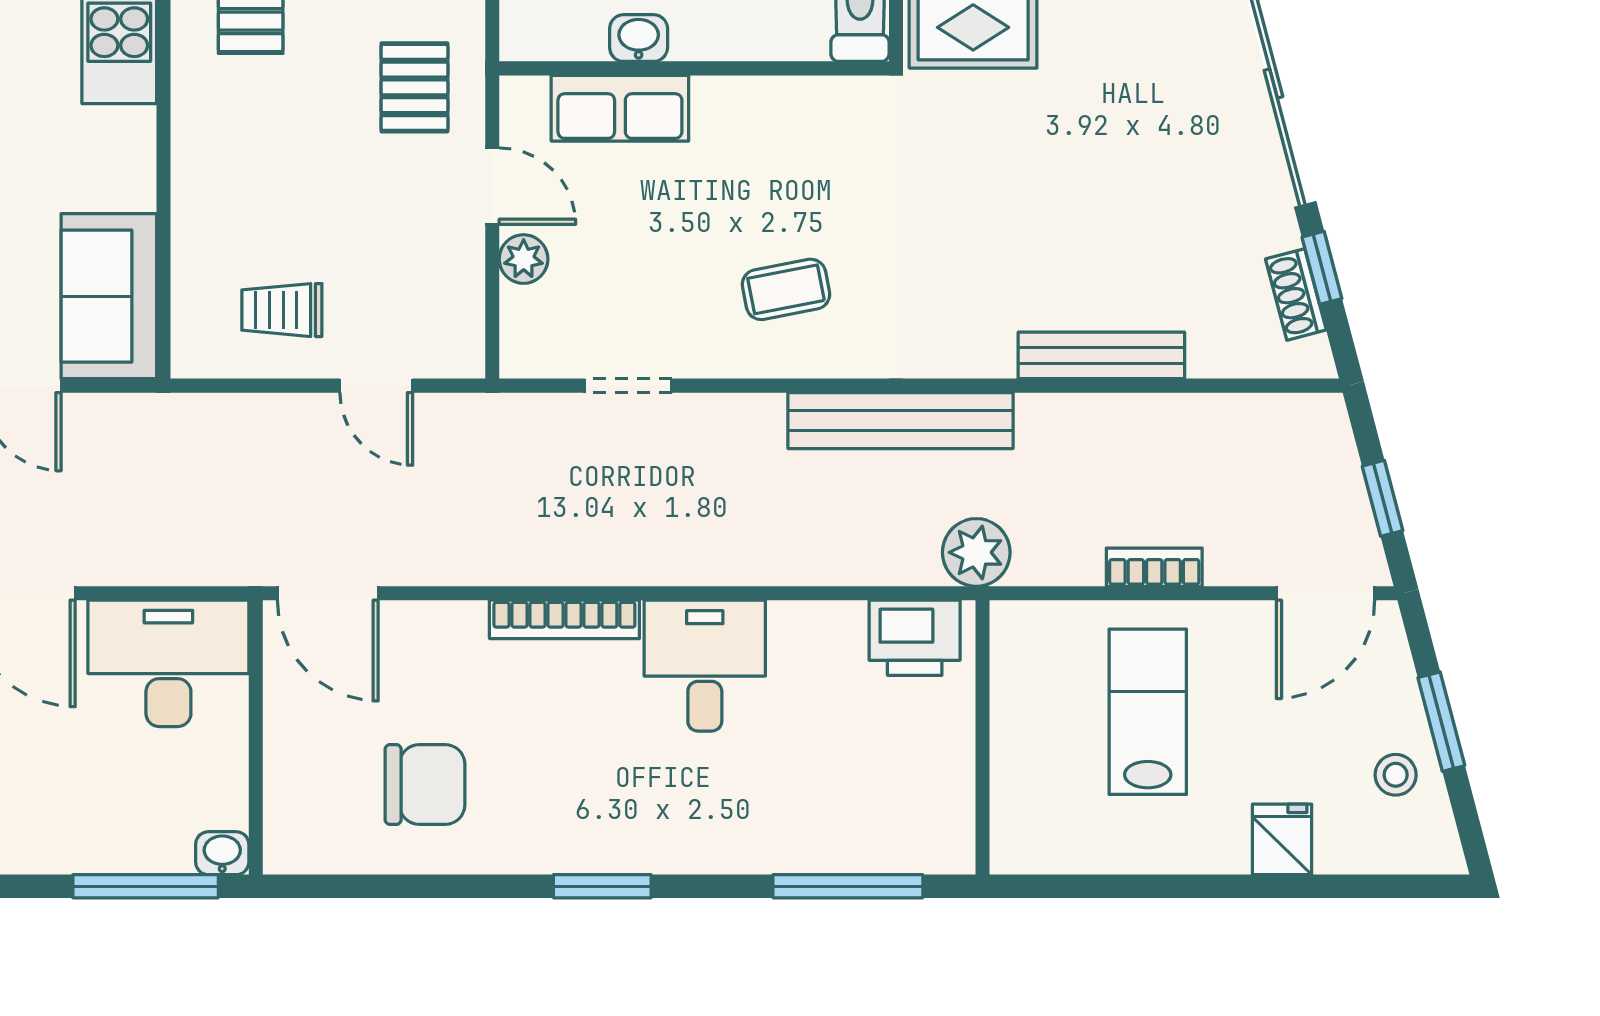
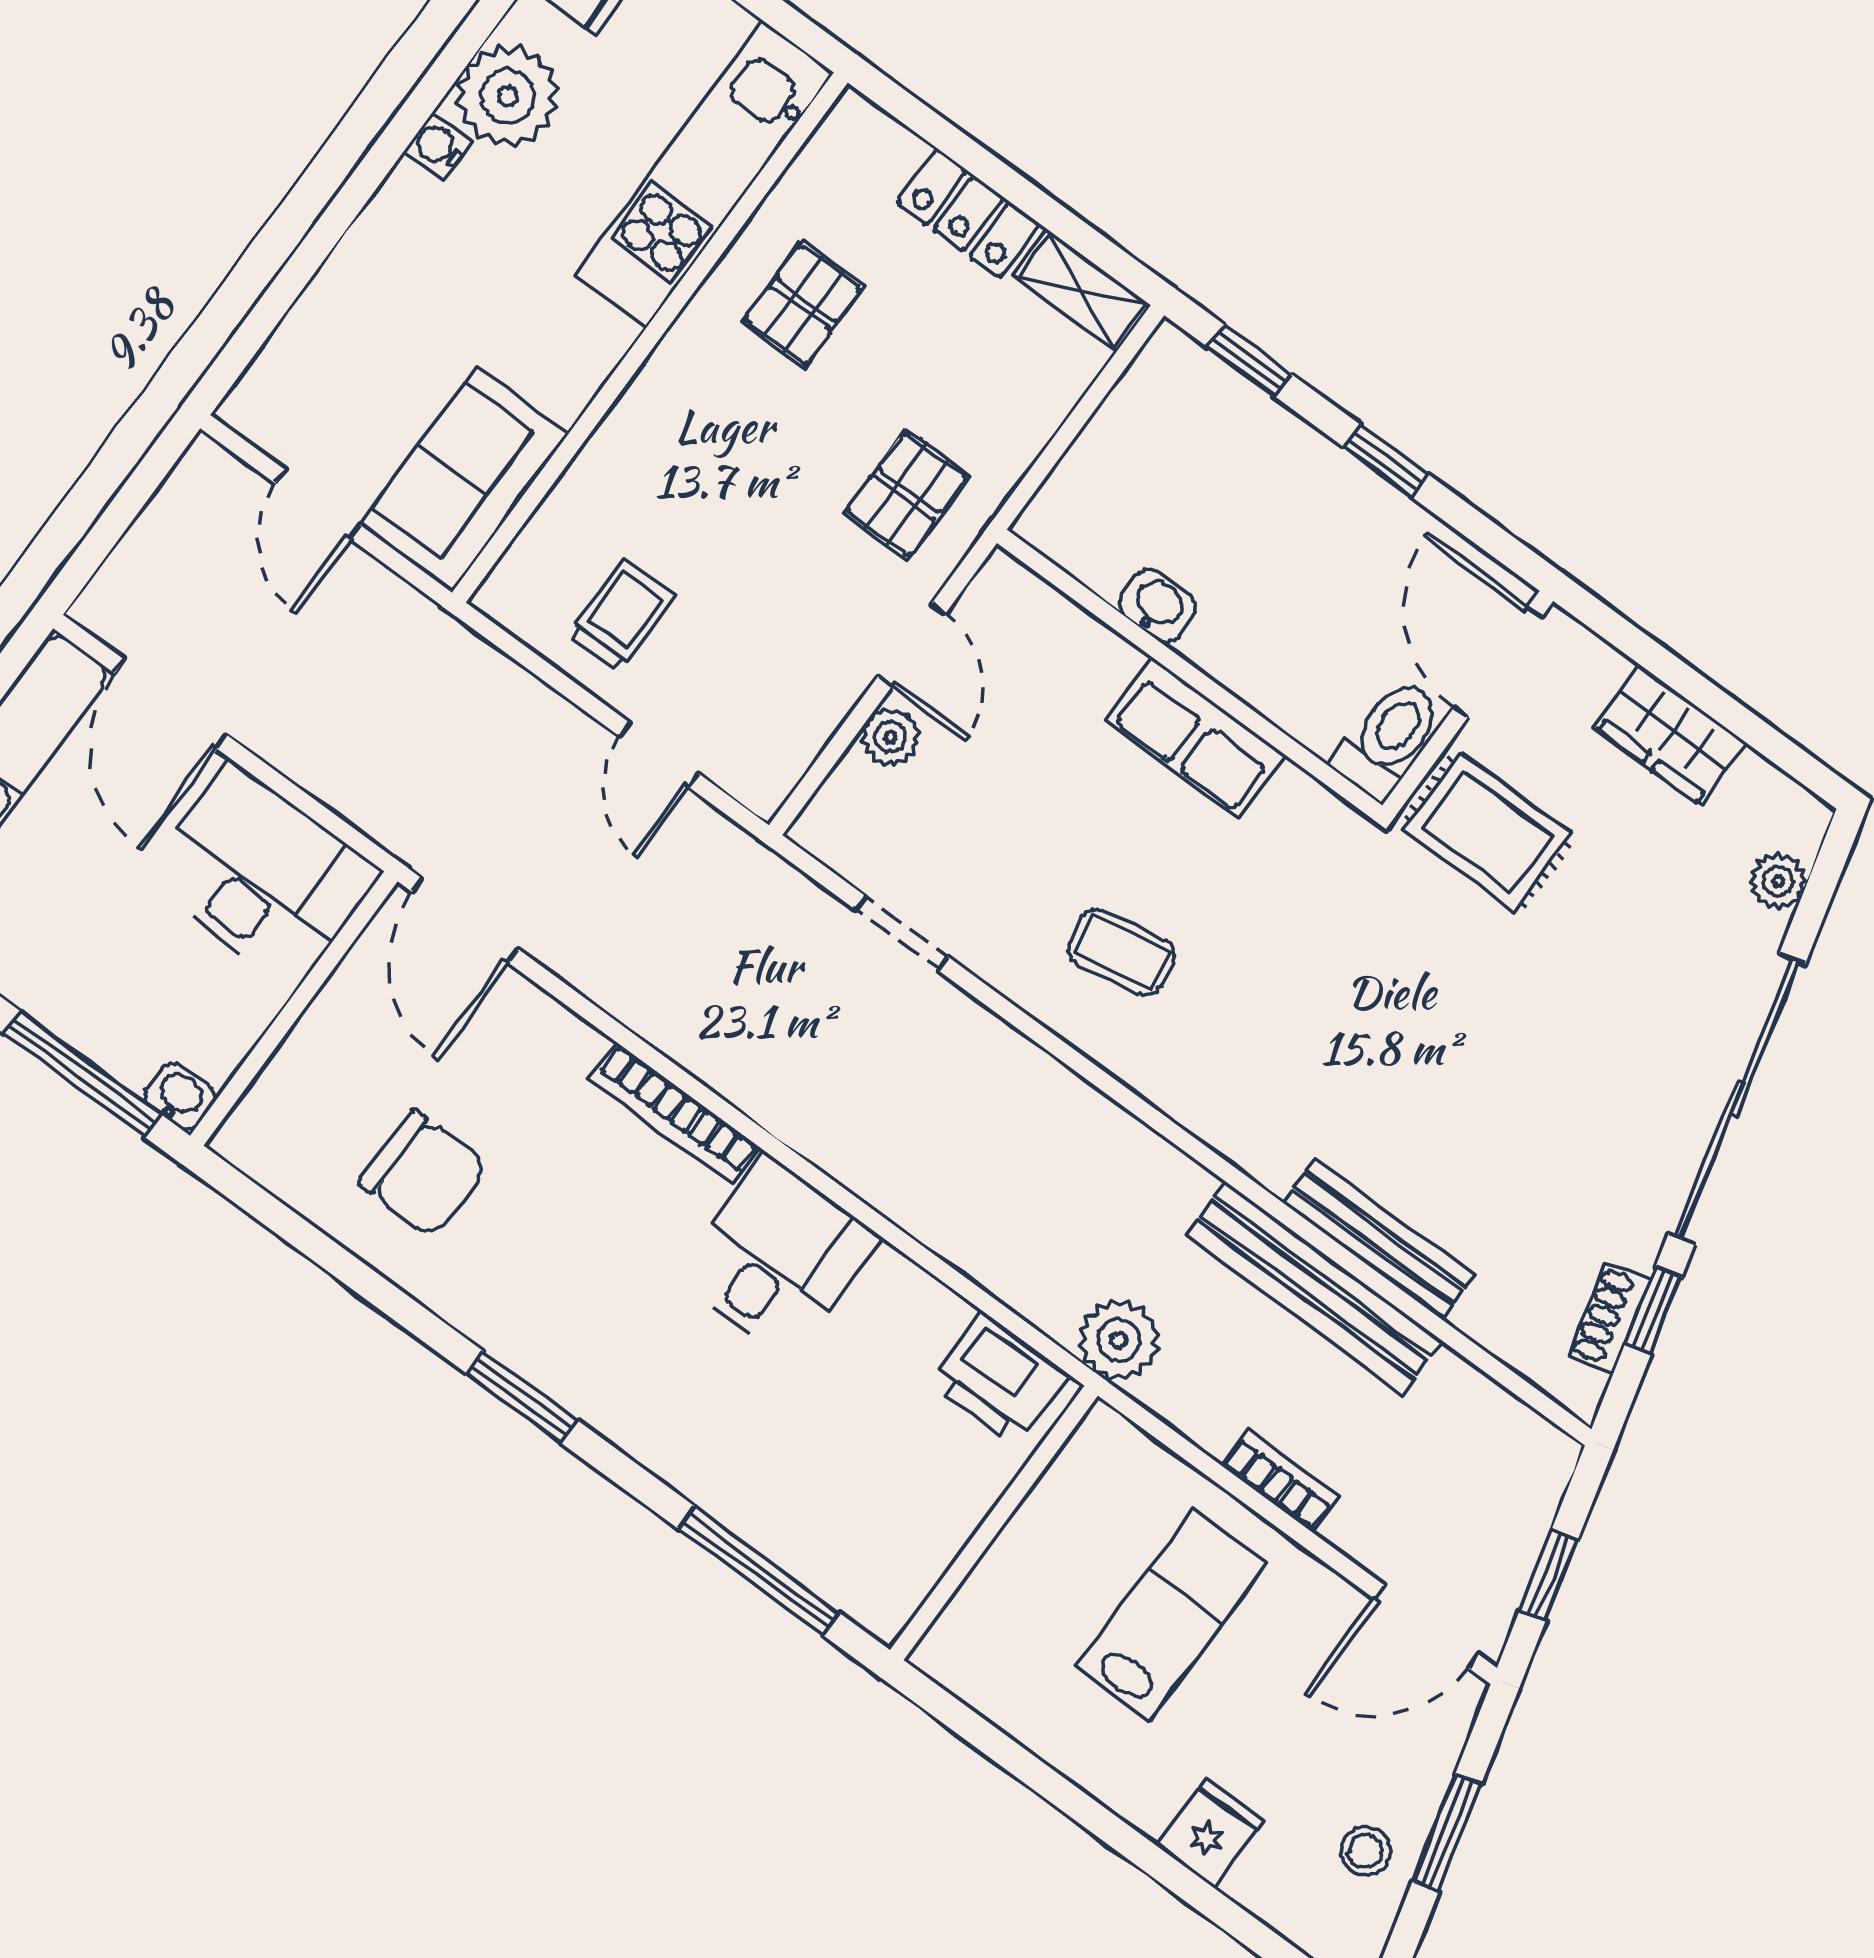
row of seats: (620, 108) -> (1196, 738), moved
trolley: (282, 310) -> (621, 615), turned 90
bench: (900, 421) -> (1315, 1288), moved

